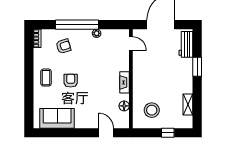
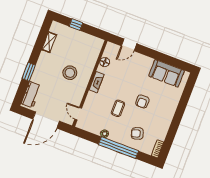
coffee table: (46, 78) -> (118, 108), moved
stool: (152, 110) -> (70, 73), moved
door: (106, 133) -> (129, 45), hinge flipped

